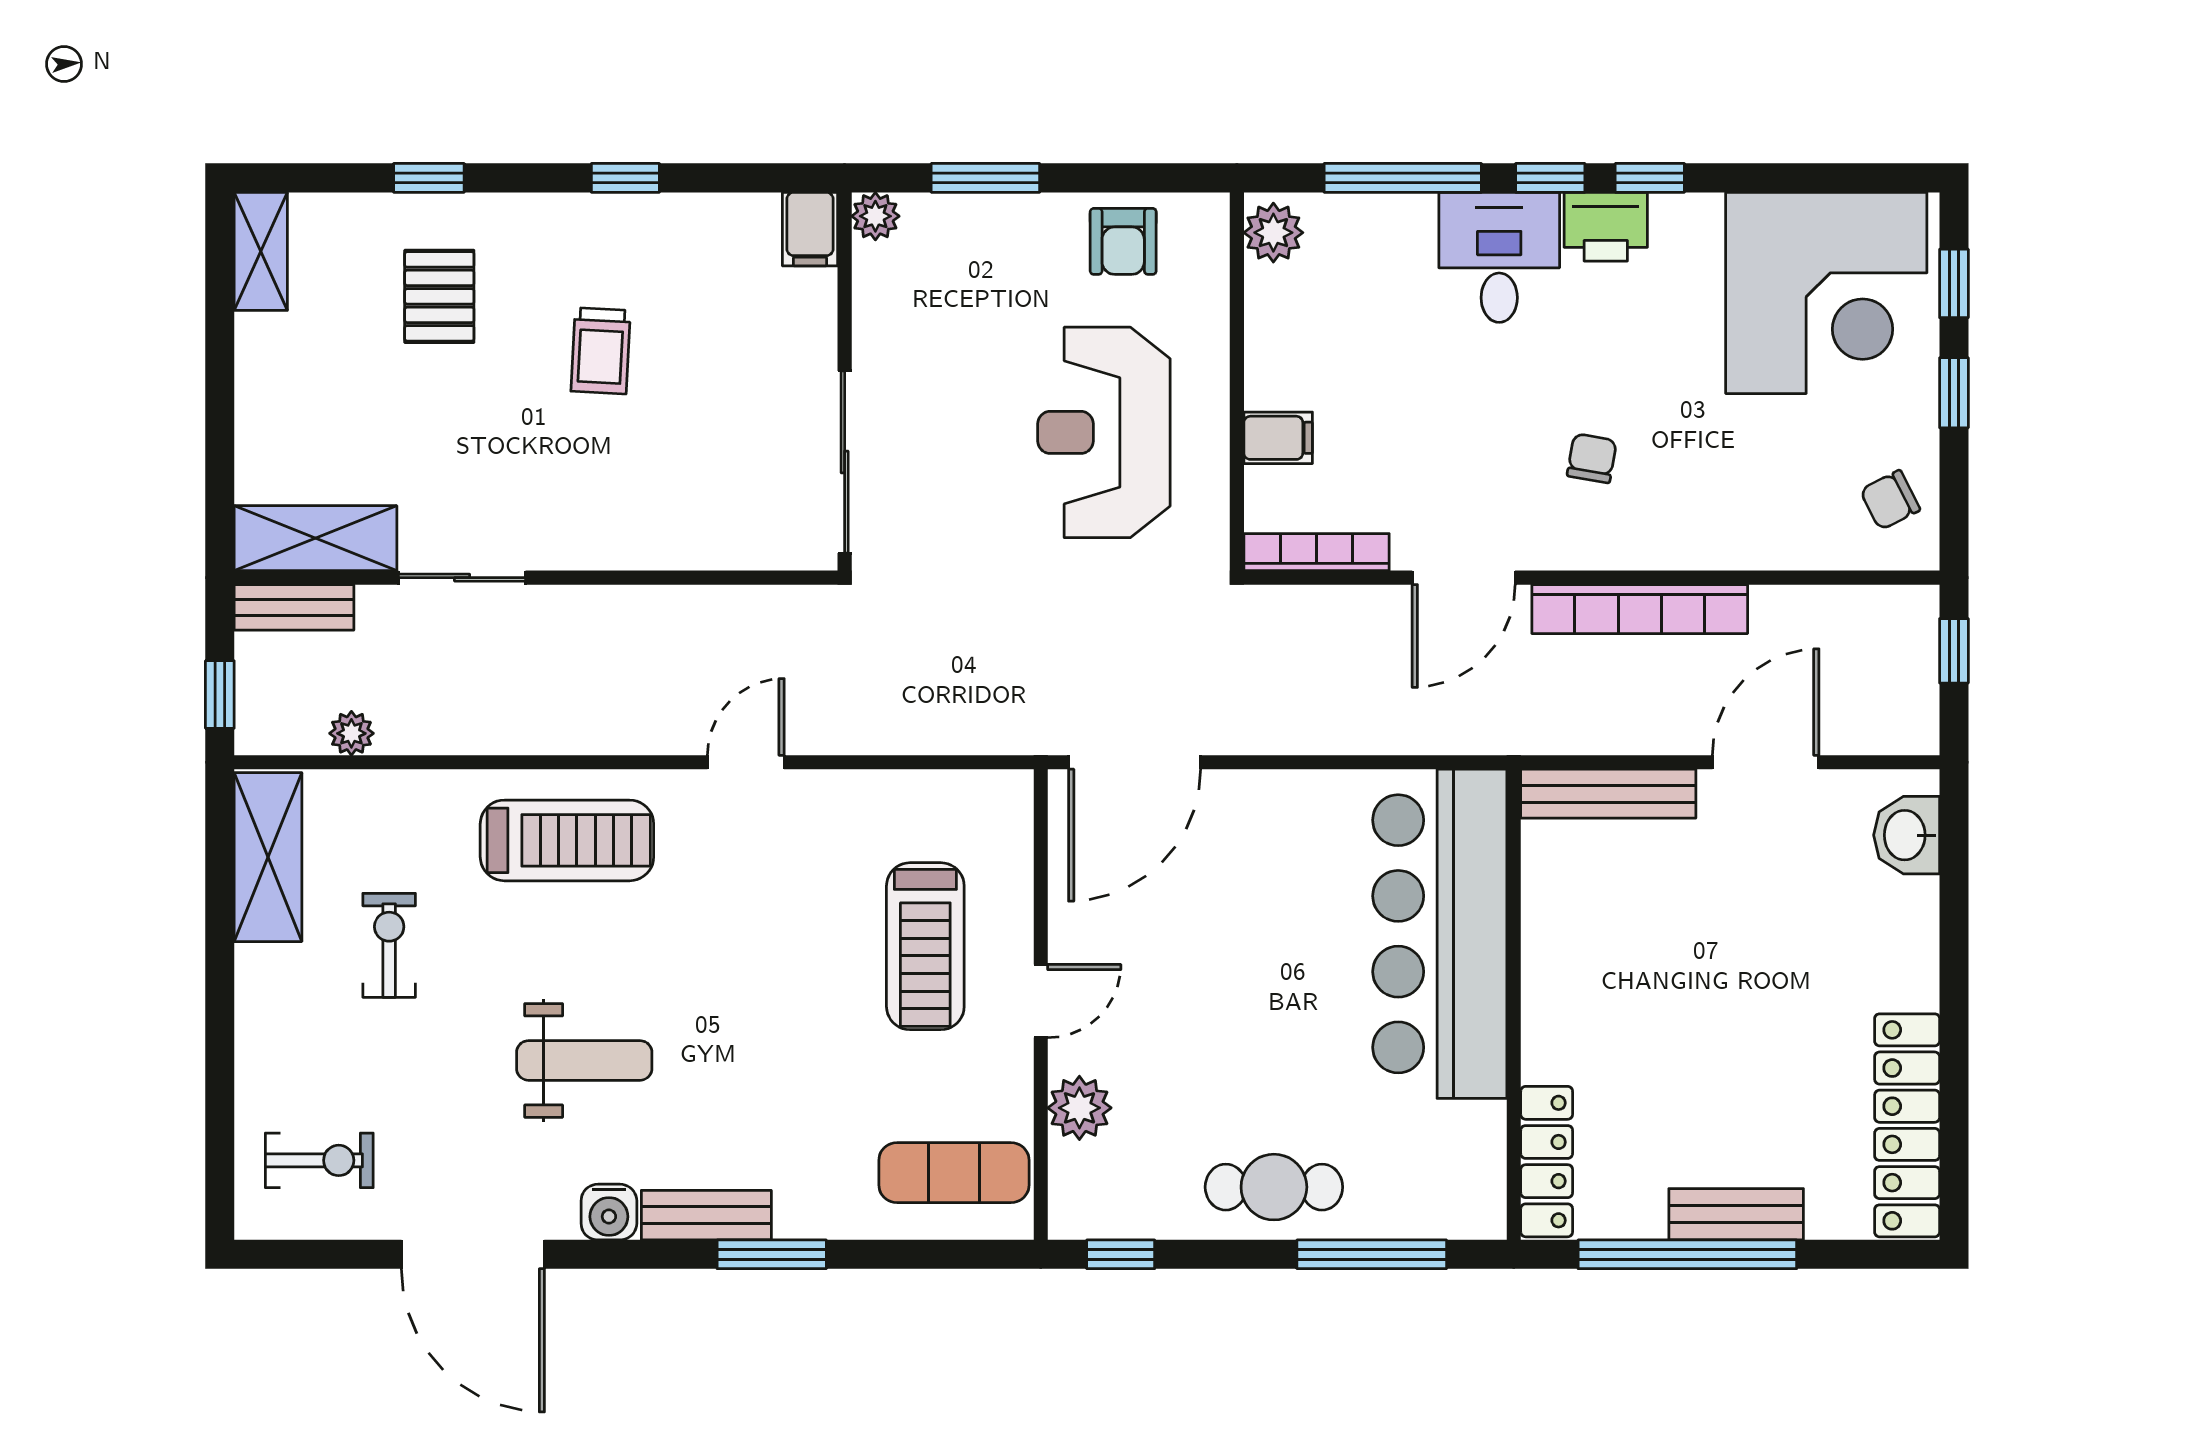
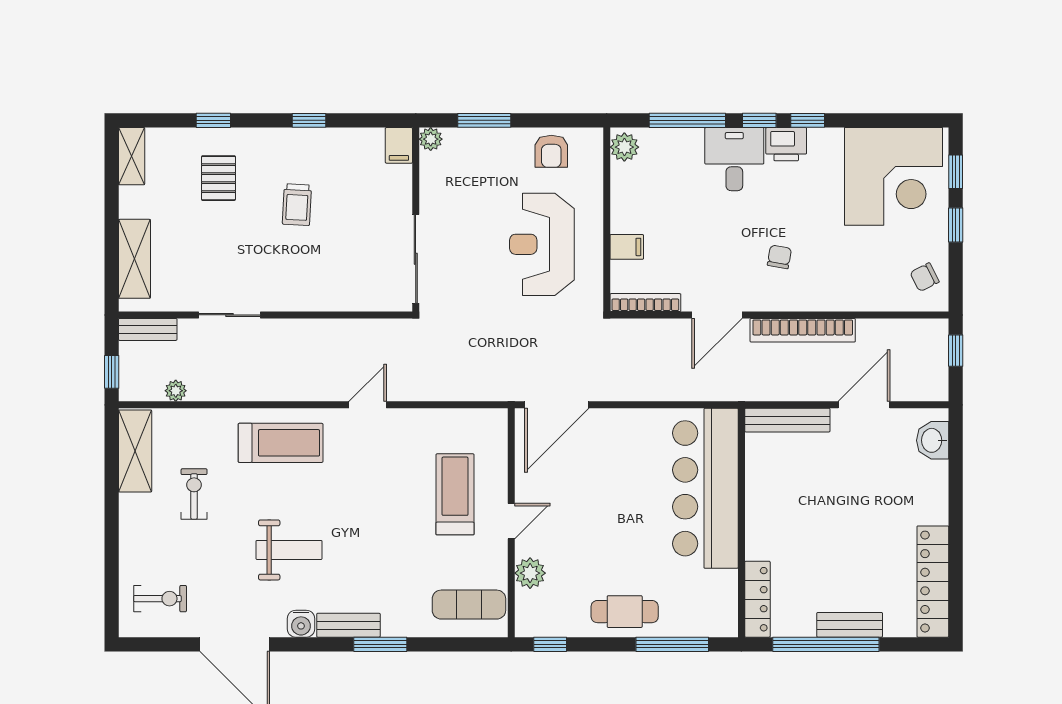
shelving: (316, 538) -> (134, 259), moved, turned 90
treadmill: (925, 946) -> (455, 494), turned 180

